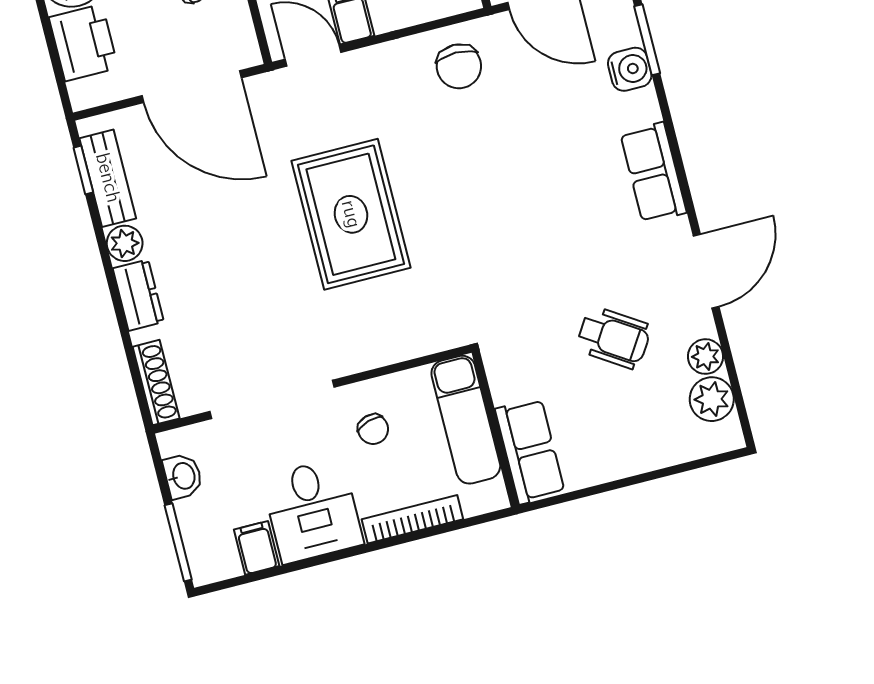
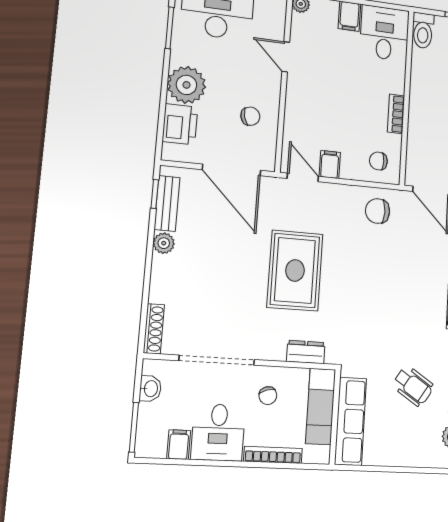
chair: (459, 66) -> (378, 211), turned 90
dresser: (138, 295) -> (306, 352), moved, turned -90
row of seats: (530, 451) -> (351, 421), width x1.48

